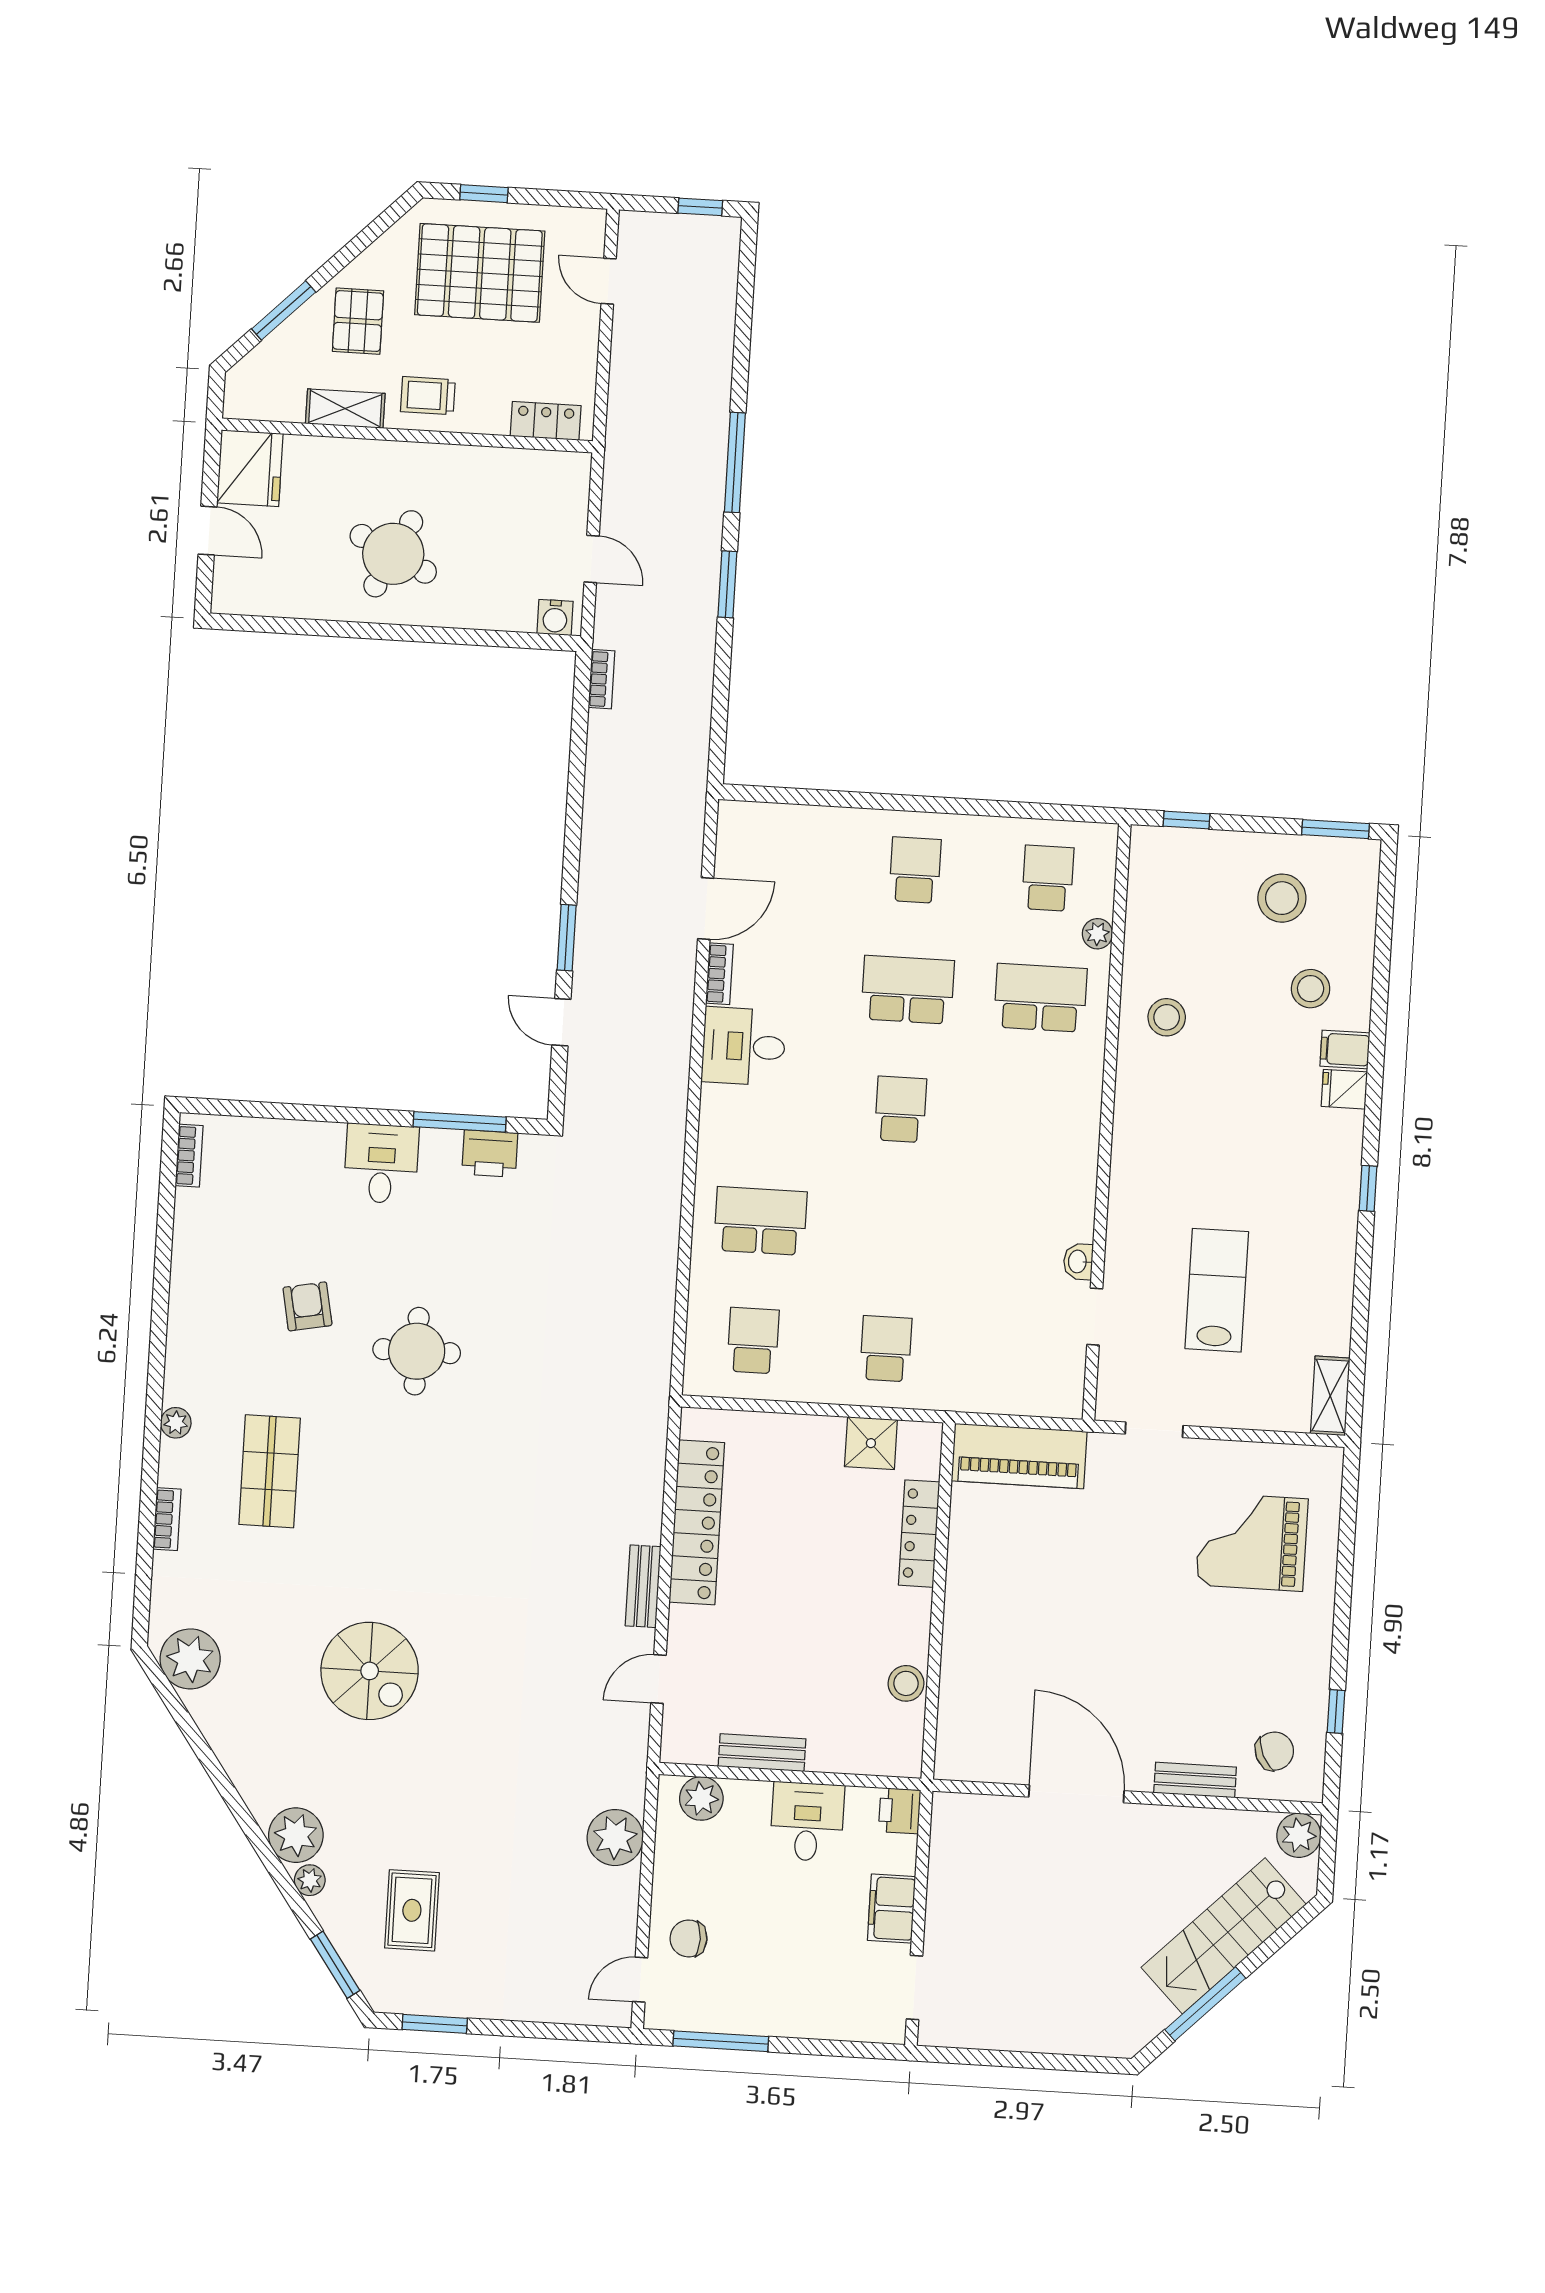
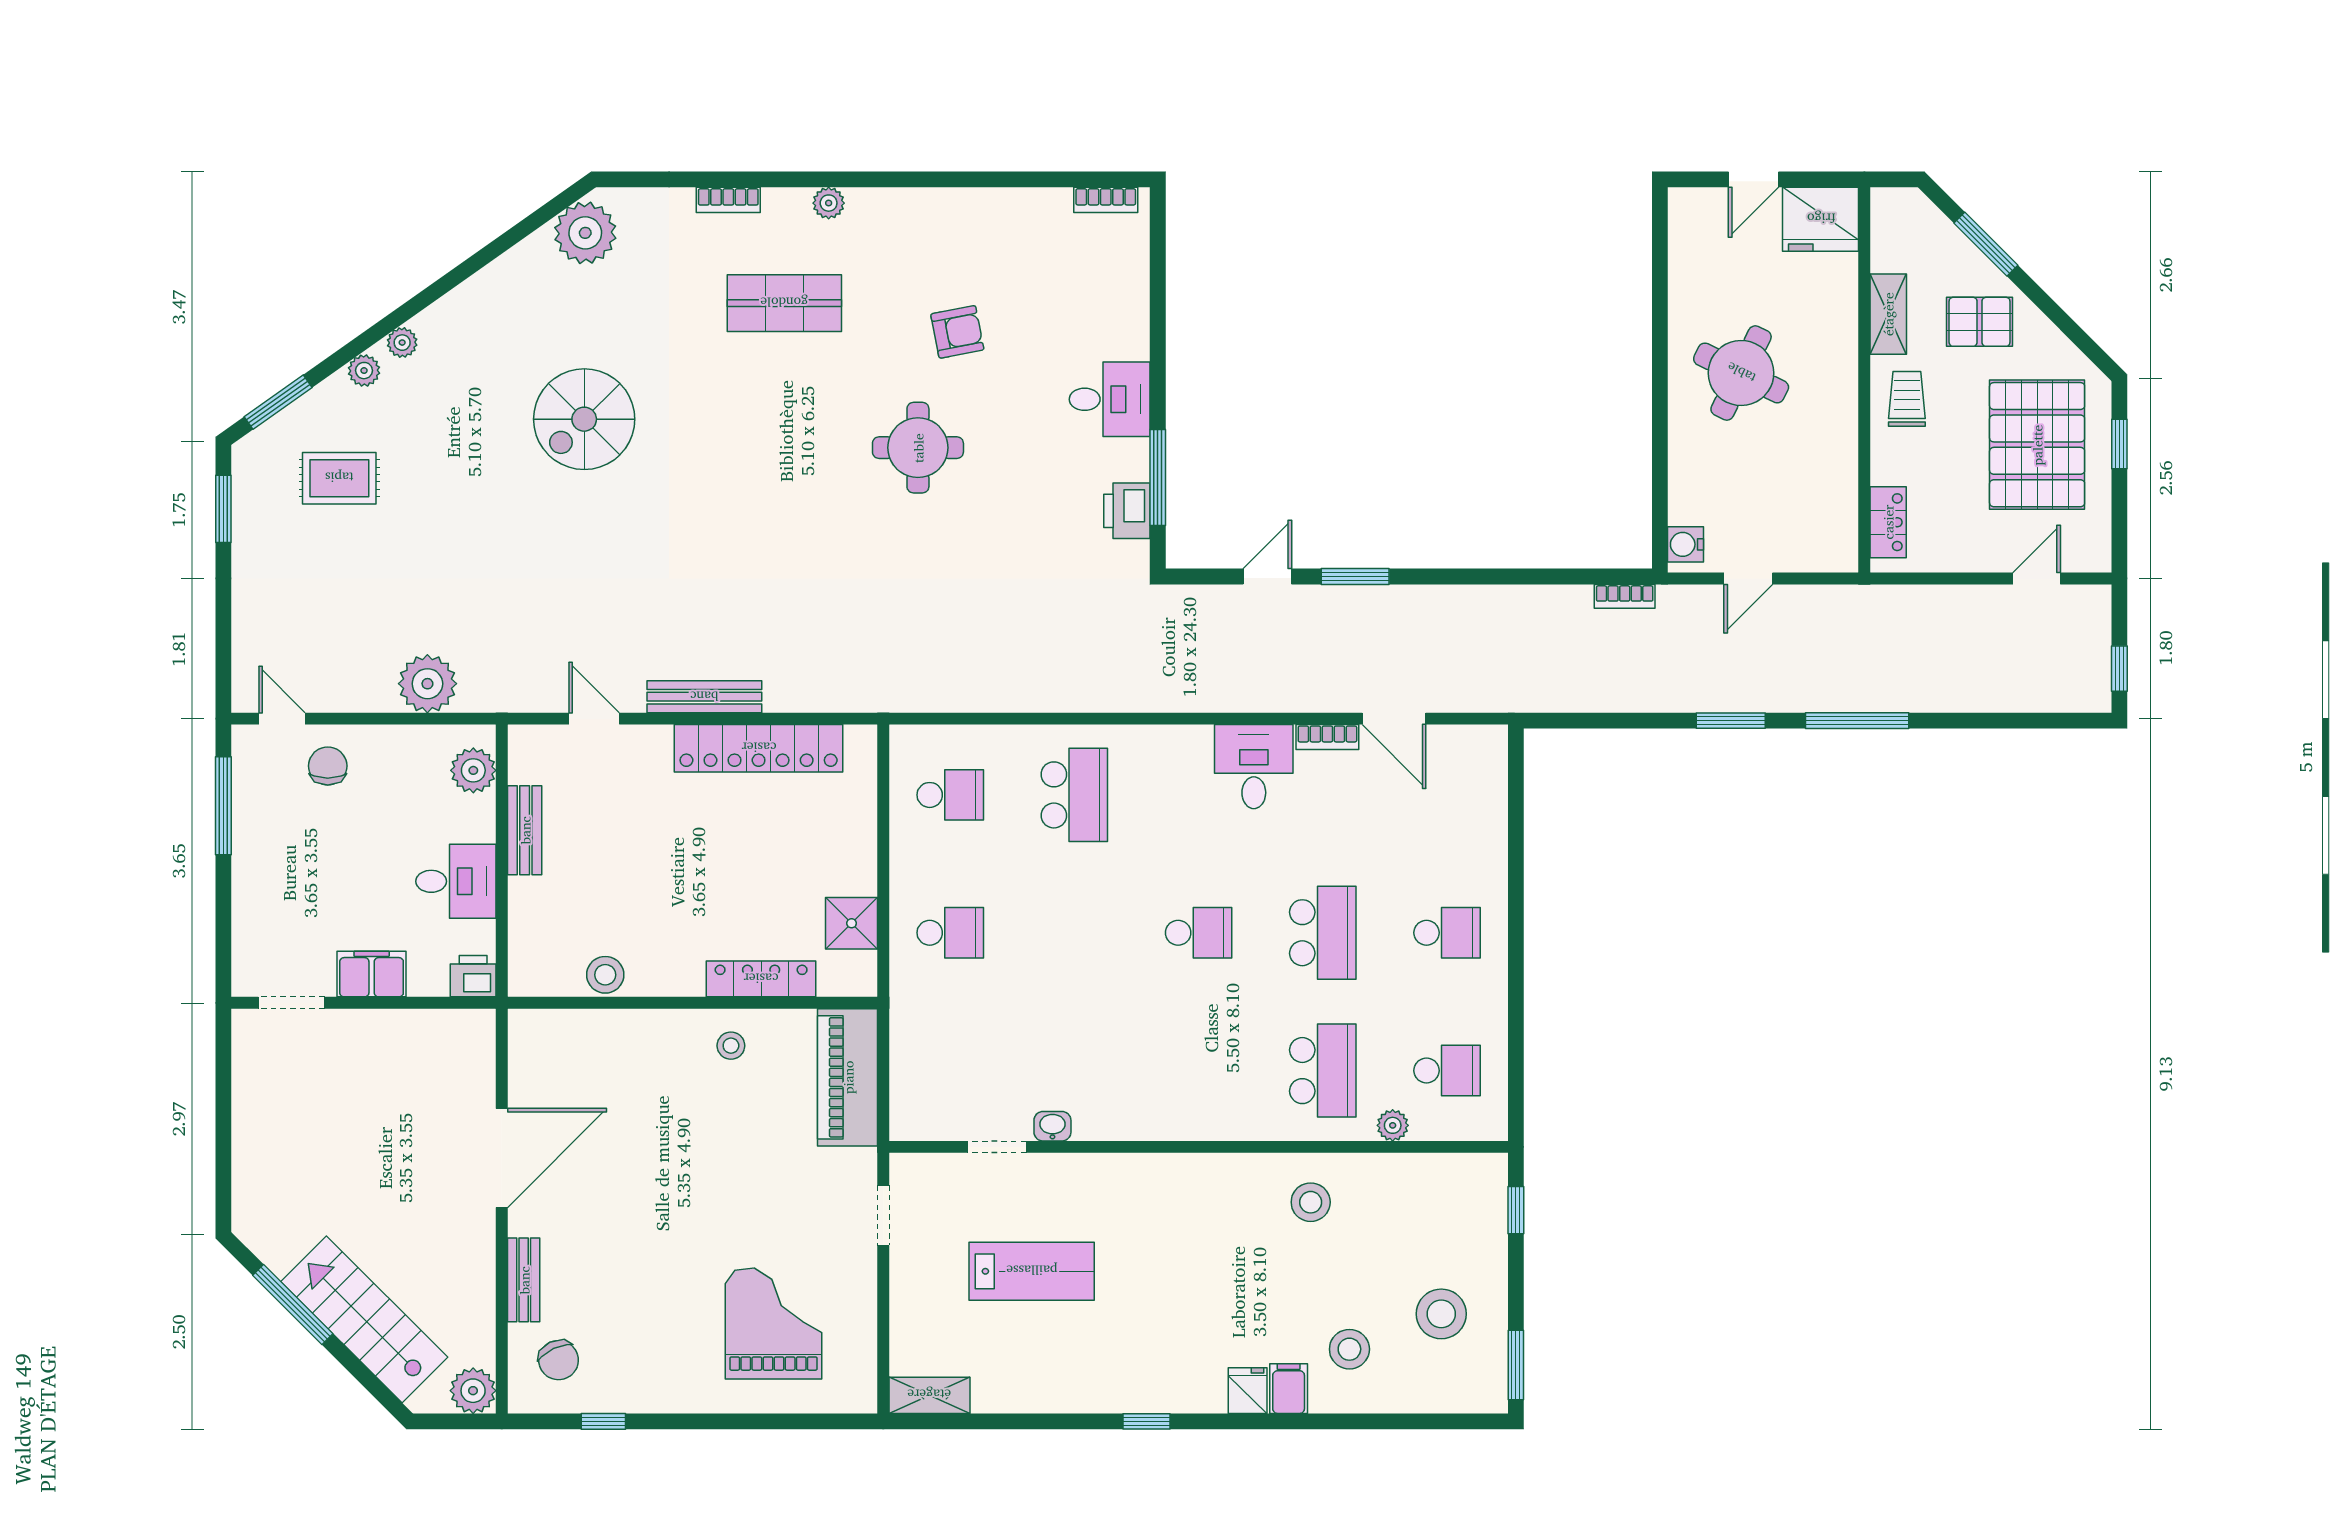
stool: (982, 1567) -> (731, 1046), added
bench: (643, 1586) -> (704, 697), width x1.36
plant: (296, 1835) -> (402, 343), width x0.53, depth x0.53

